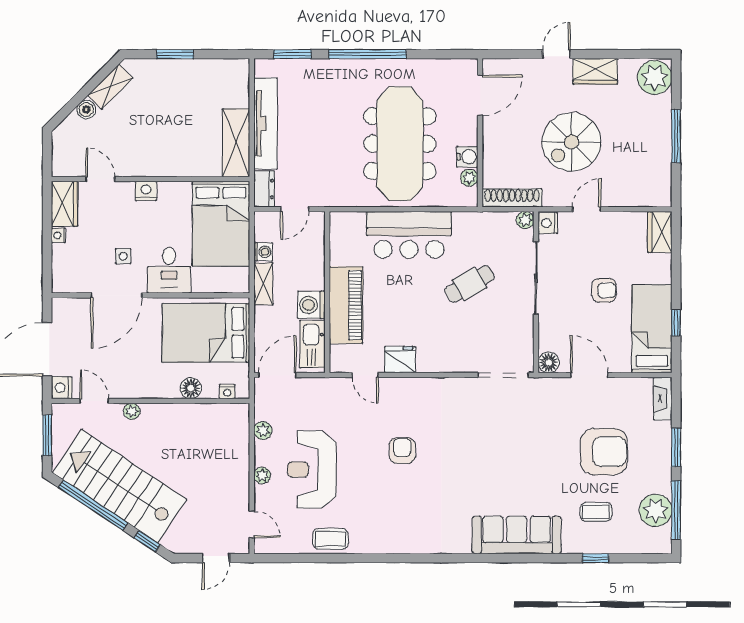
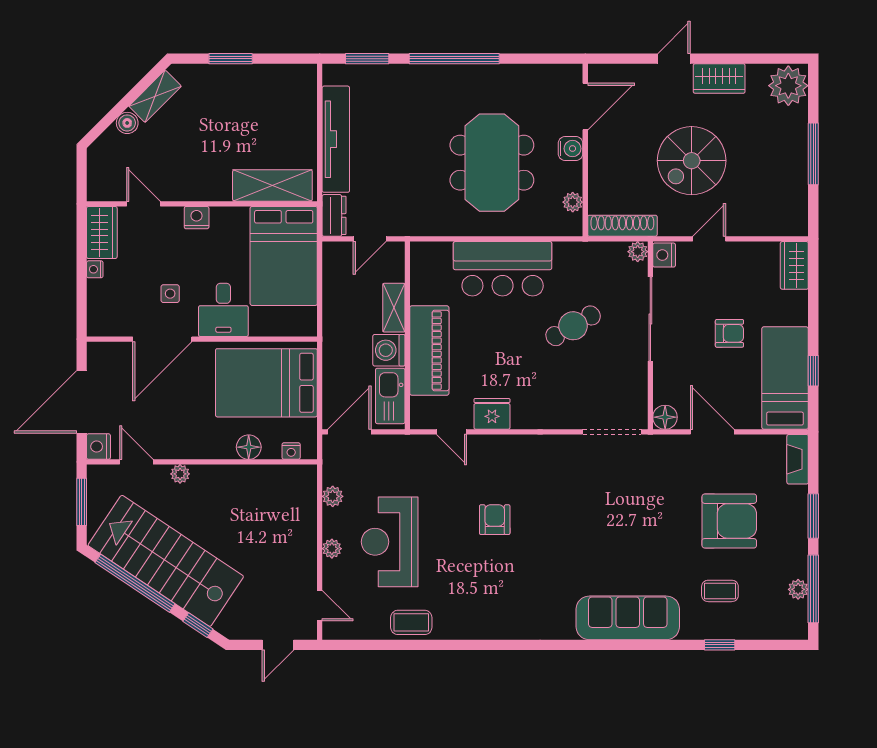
shelving: (236, 143) -> (272, 185), moved, turned 90
meeting table: (400, 144) -> (492, 163), width x0.73
water cooler: (467, 157) -> (571, 149), moved
washing machine: (263, 252) -> (333, 288), removed
shelving: (263, 284) -> (394, 308), moved
plant: (656, 510) -> (798, 589), width x0.53, depth x0.53

